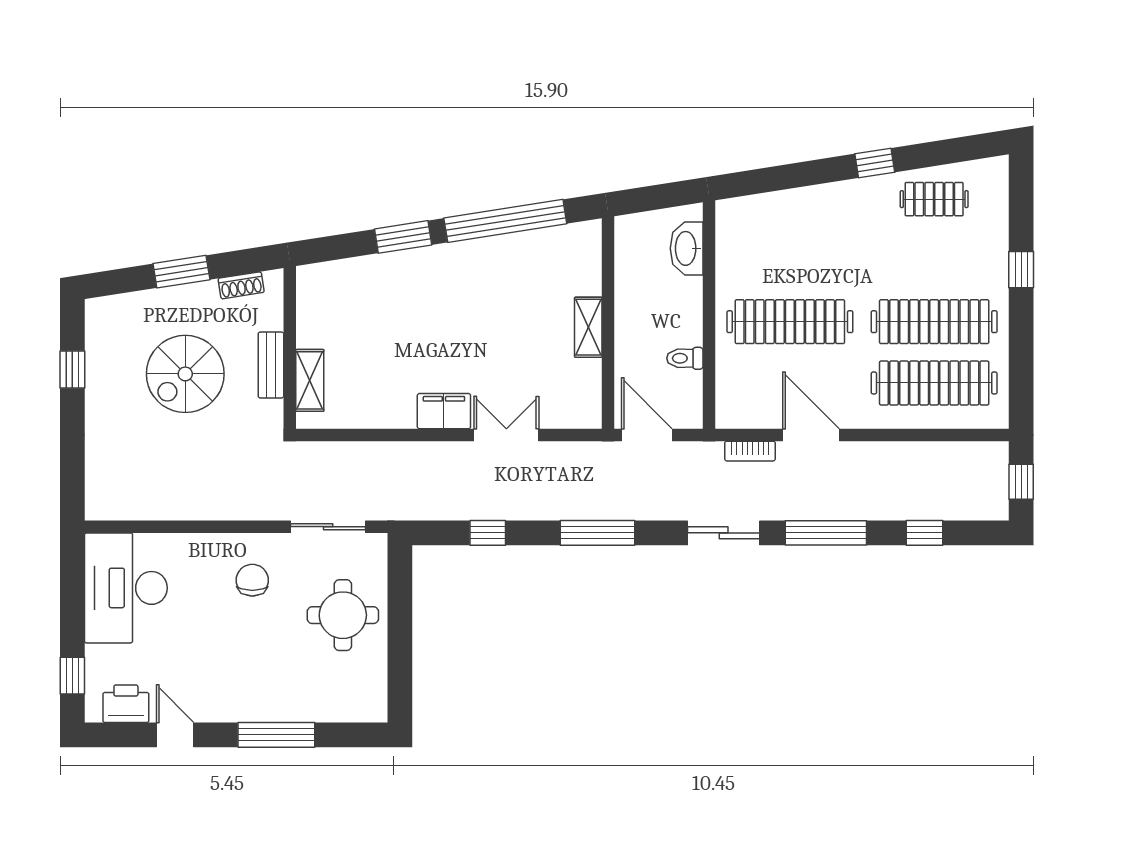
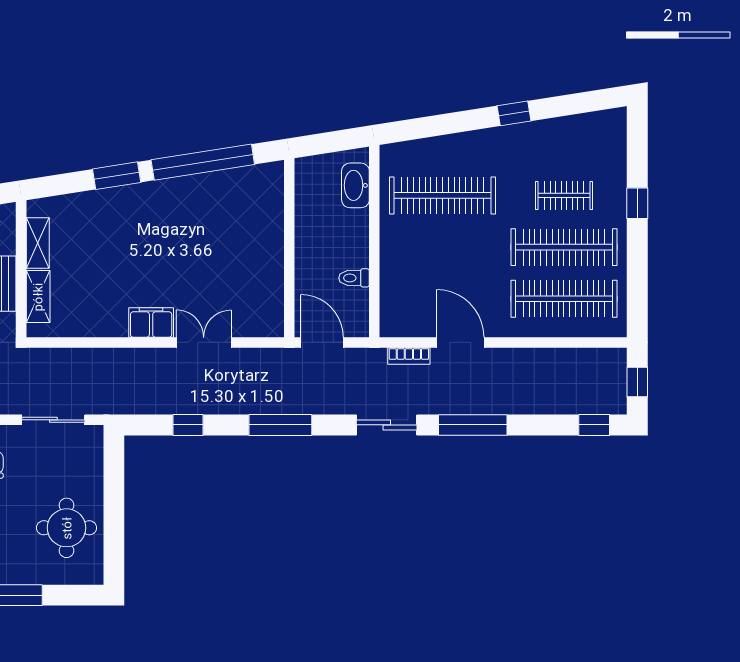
clothes rail: (934, 199) -> (564, 195), moved
clothes rail: (790, 322) -> (442, 195), moved
shelving: (588, 327) -> (38, 243), moved
window: (925, 533) -> (594, 425), moved
round table: (343, 615) -> (67, 528), moved

